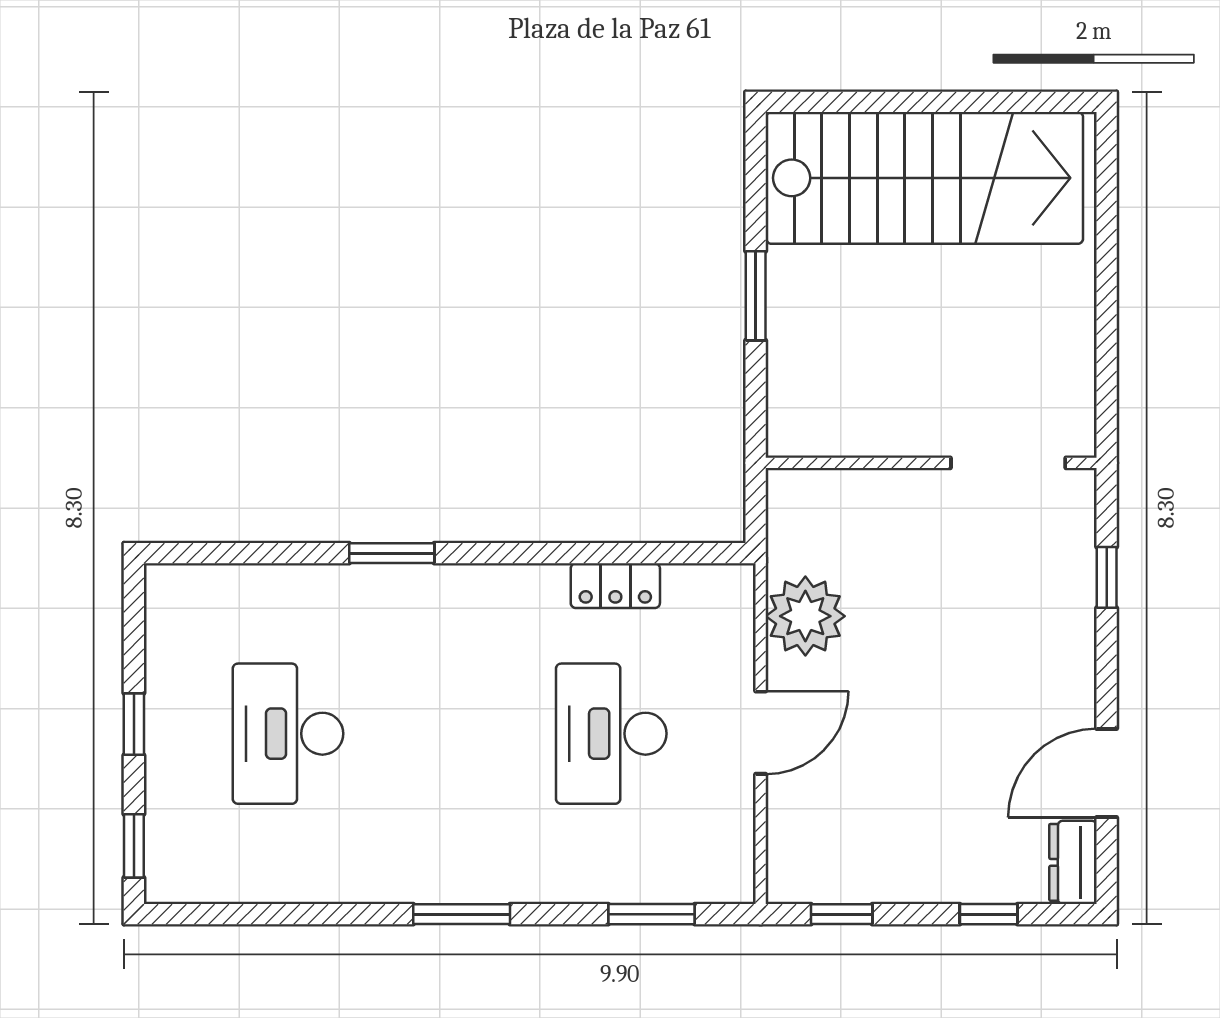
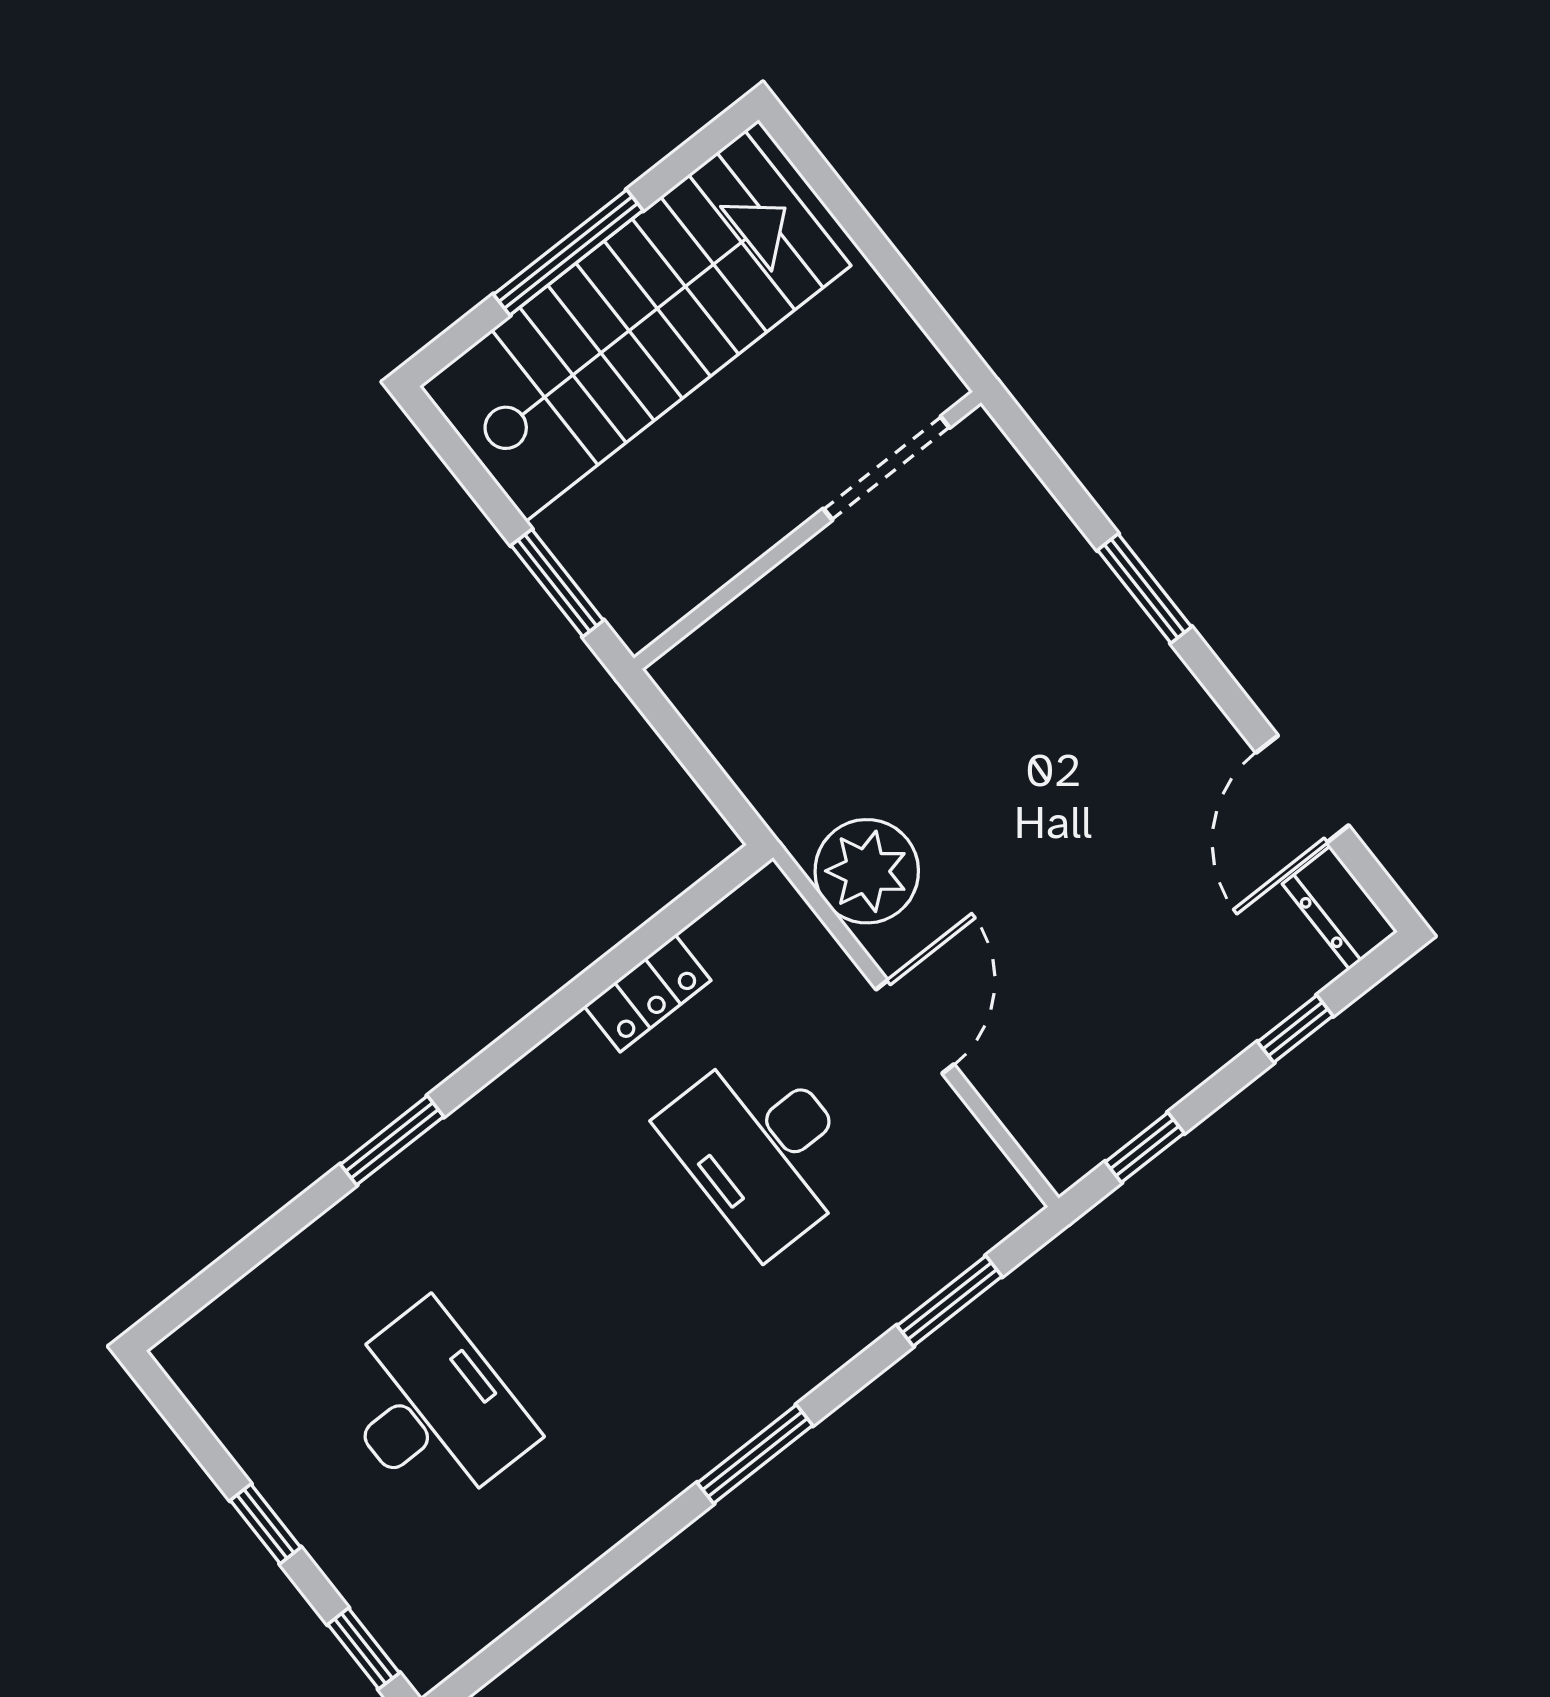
window: (919, 102) -> (568, 252), added
wall: (931, 463) -> (807, 530), moved
doorway: (1008, 463) -> (886, 468), moved
window: (1107, 577) -> (1144, 588), width x1.50
desk: (288, 734) -> (431, 1409), turned 180

